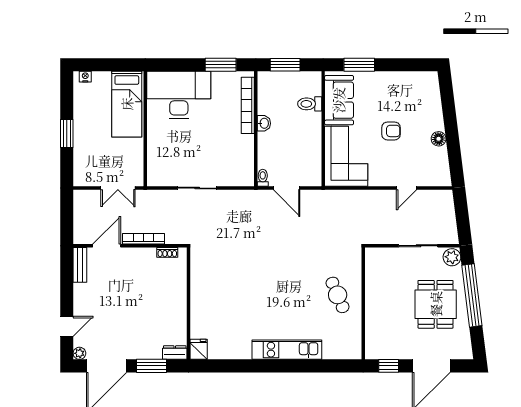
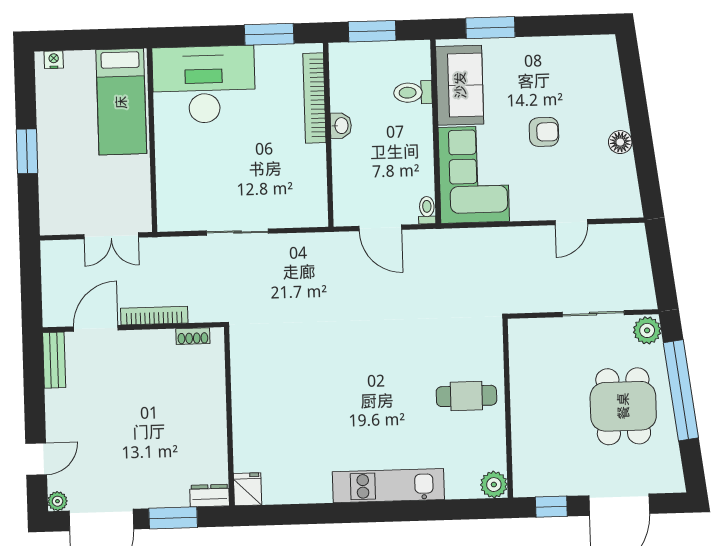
toilet: (263, 178) -> (427, 210), moved
cafe table: (338, 295) -> (466, 396), turned -67
plant: (353, 351) -> (494, 485), added

